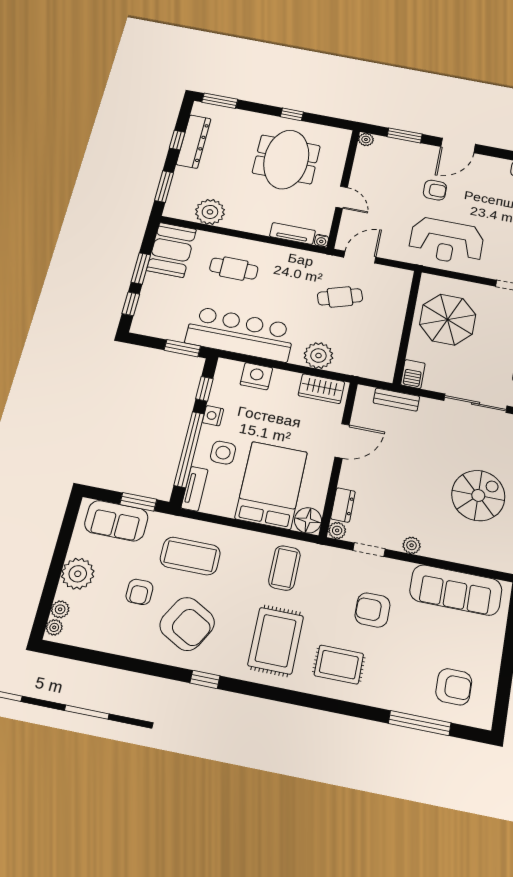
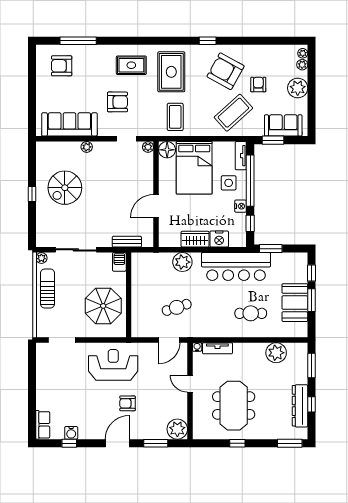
plant: (366, 139) -> (177, 429), width x1.88, depth x1.88
booth: (171, 250) -> (295, 303), moved
wardrobe: (321, 389) -> (195, 239), moved
dresser: (343, 505) -> (148, 164), removed
plant: (412, 545) -> (87, 147), moved
coffee table: (190, 556) -> (233, 113), turned -42

